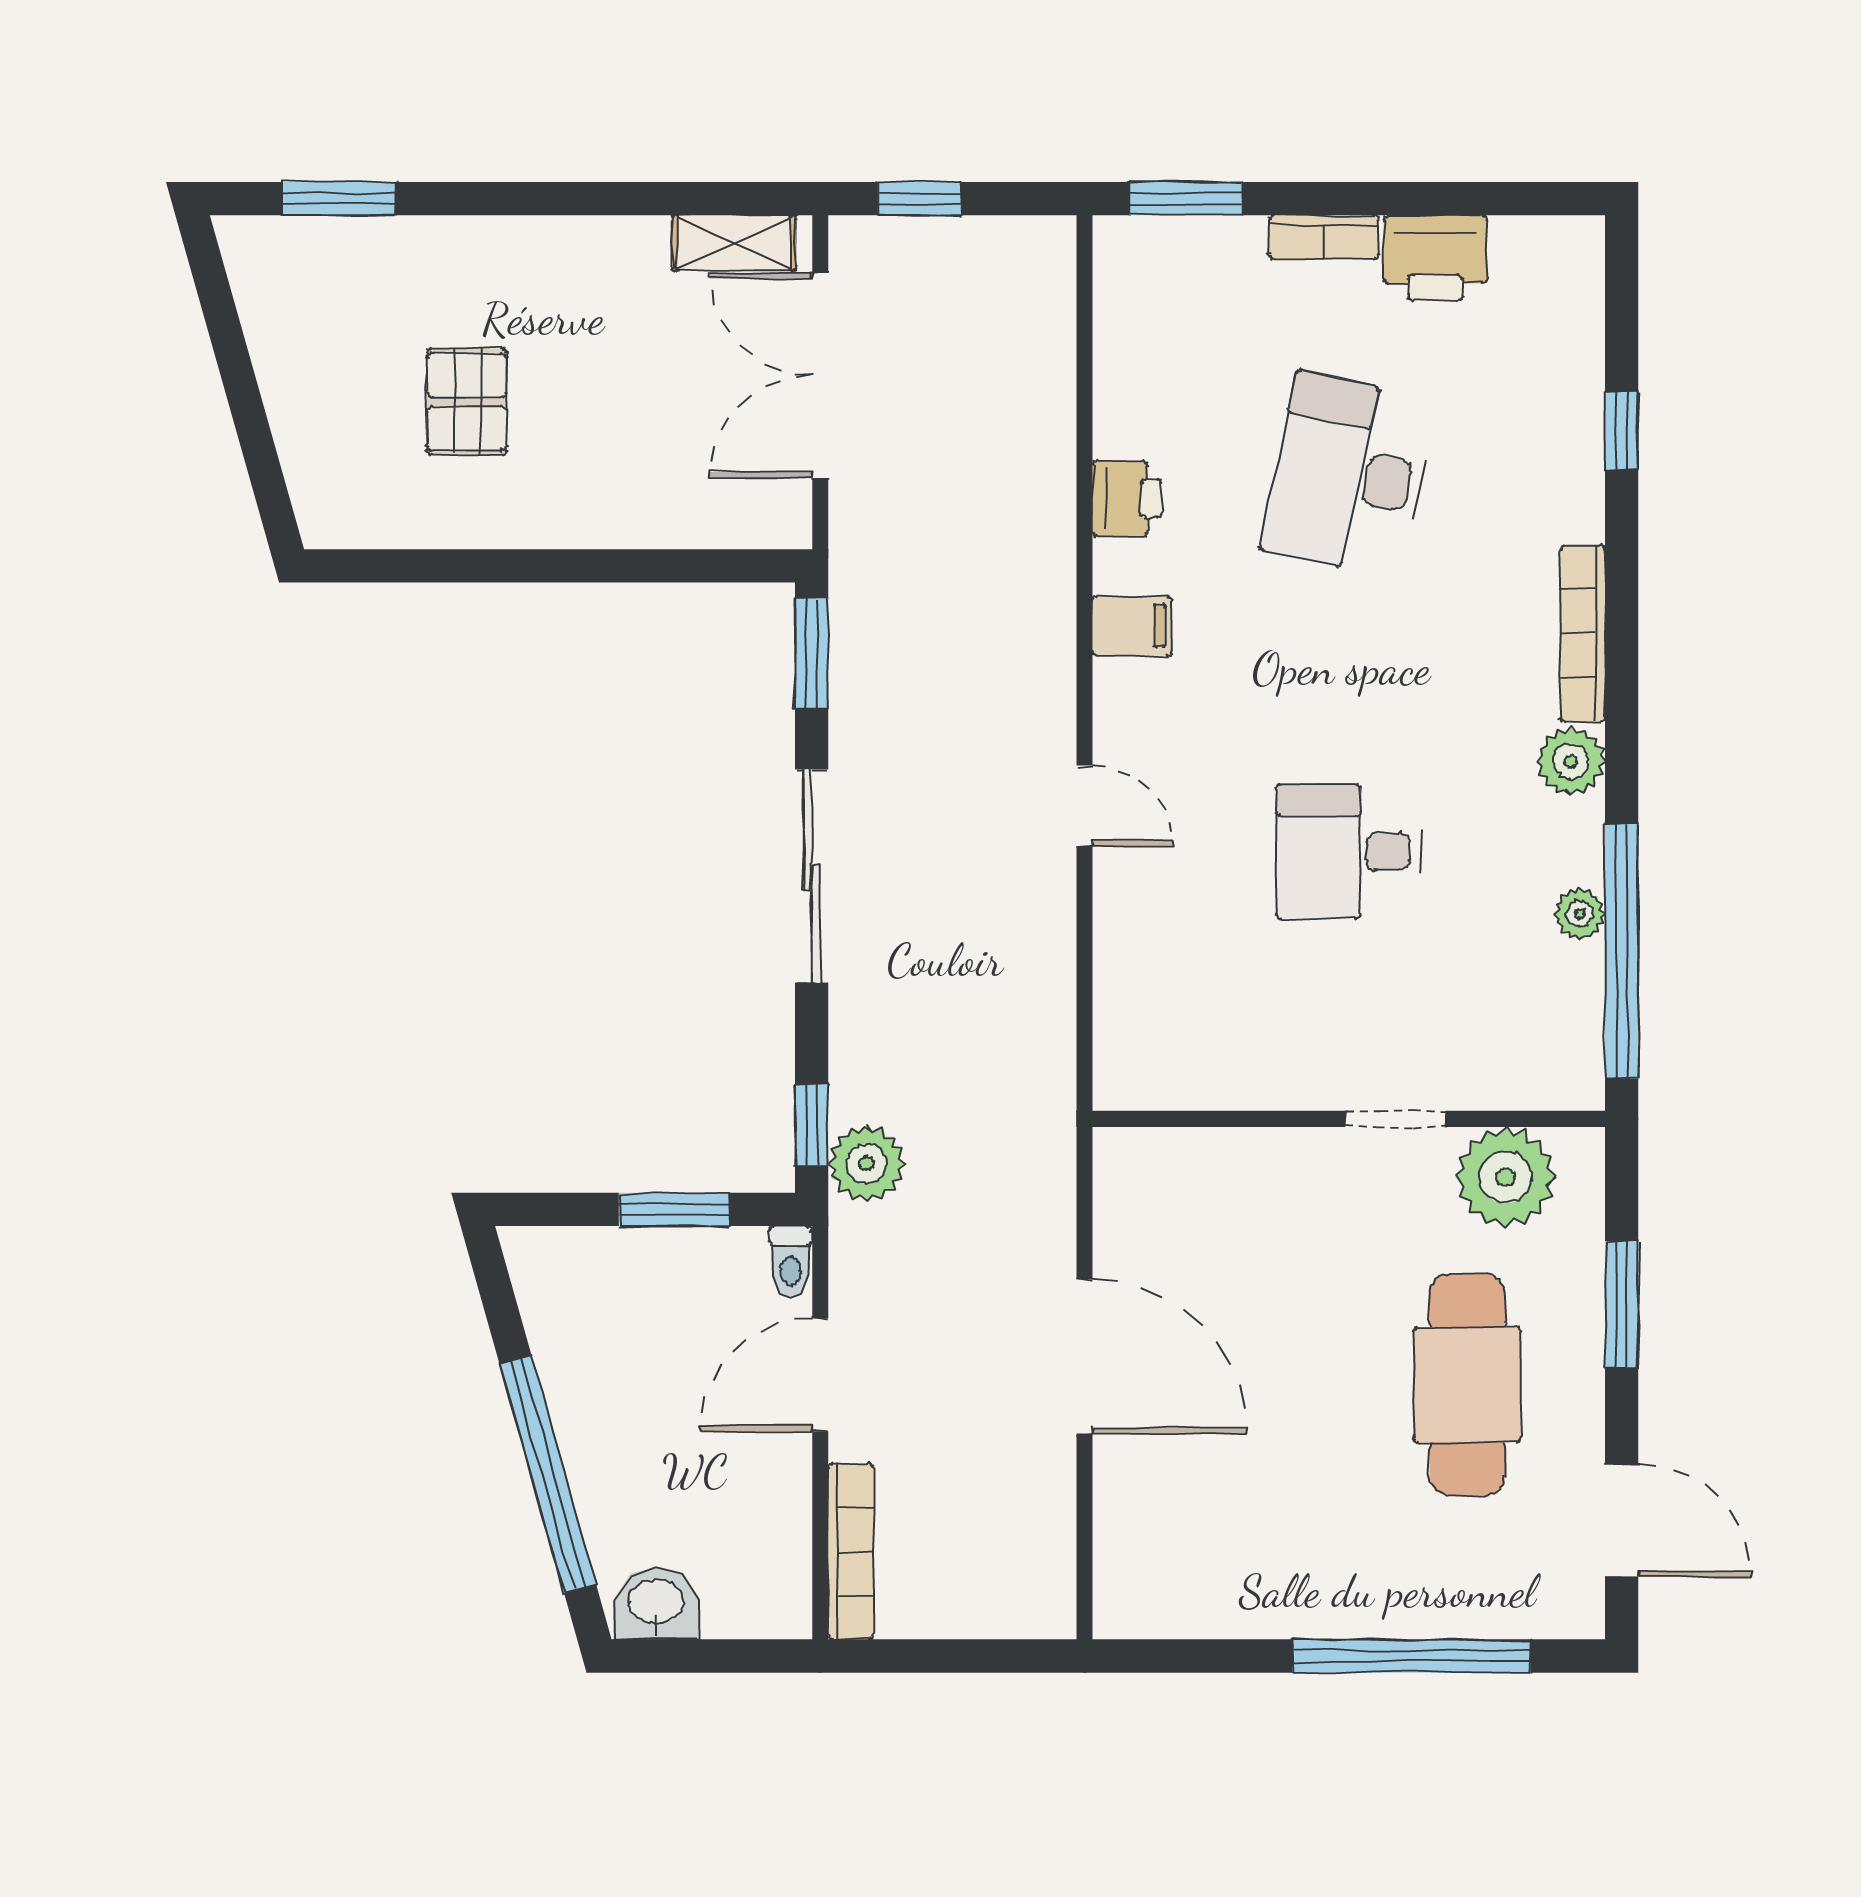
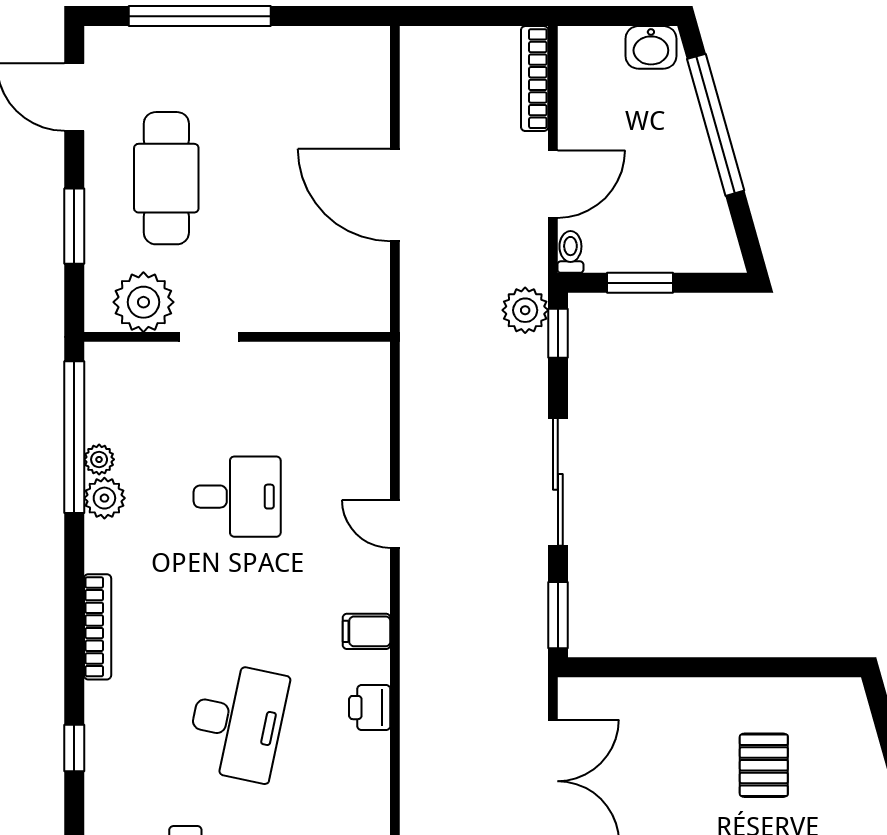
plant: (1571, 761) -> (104, 498), moved

